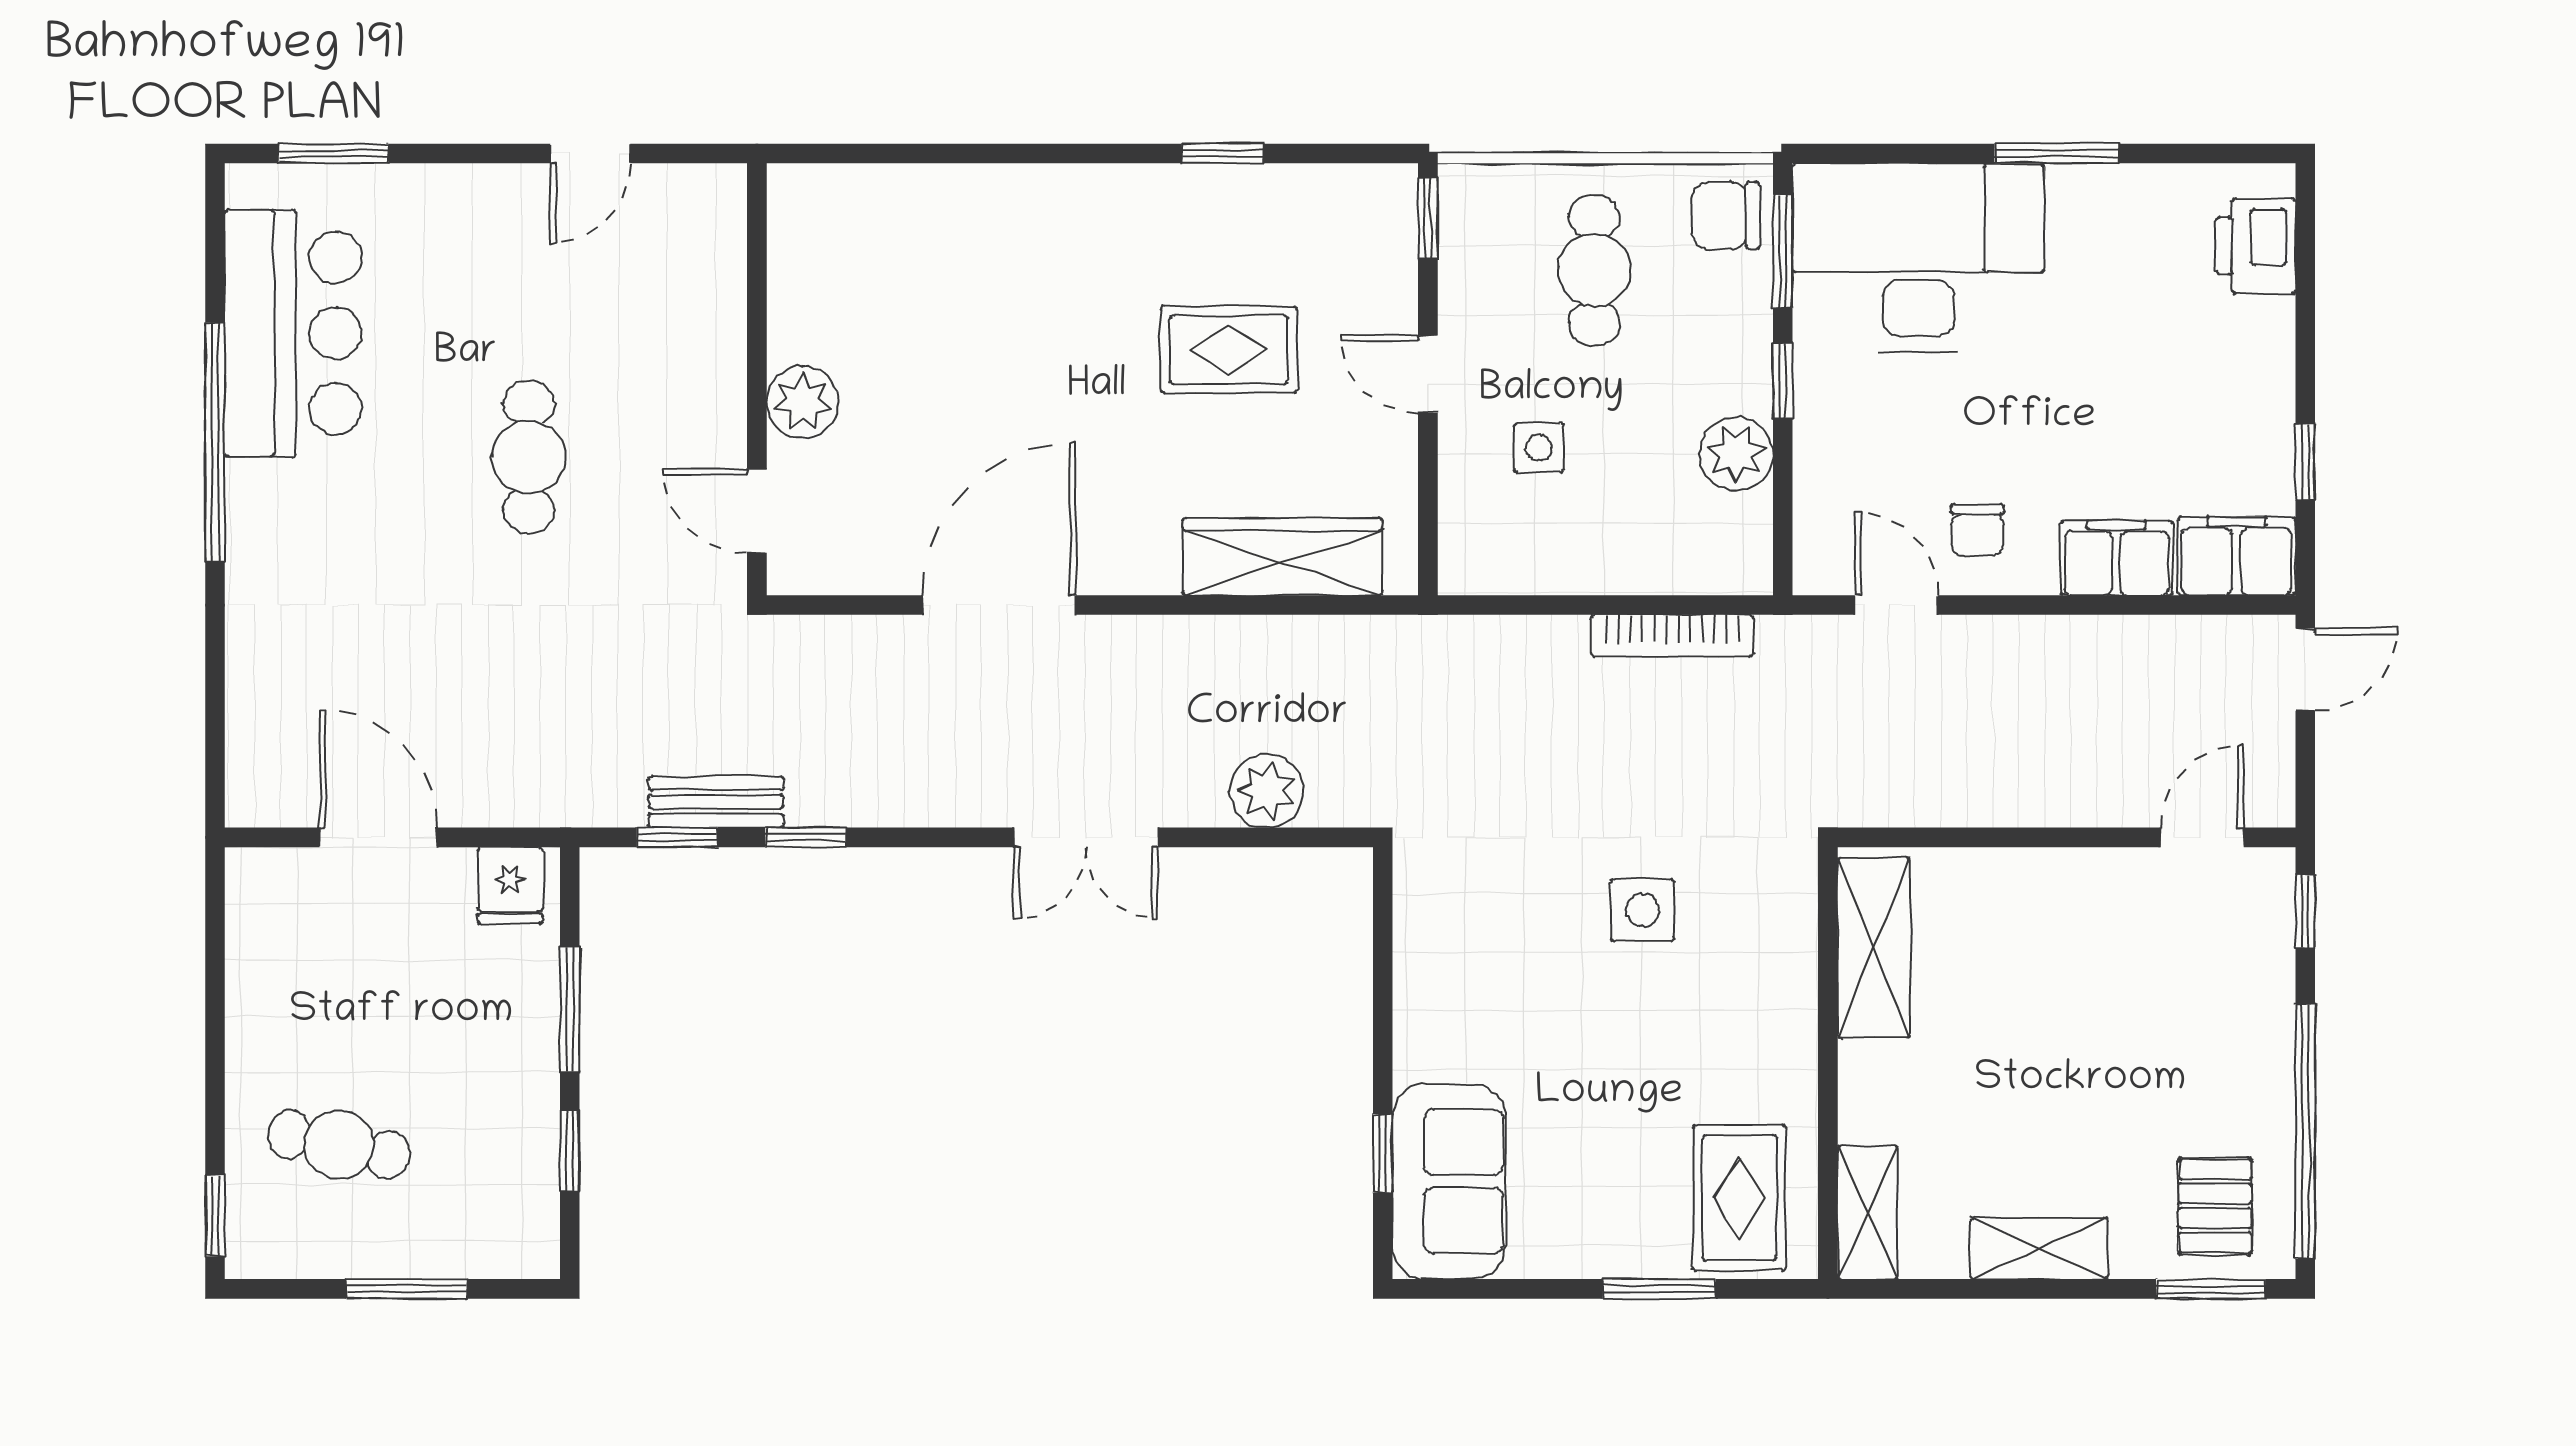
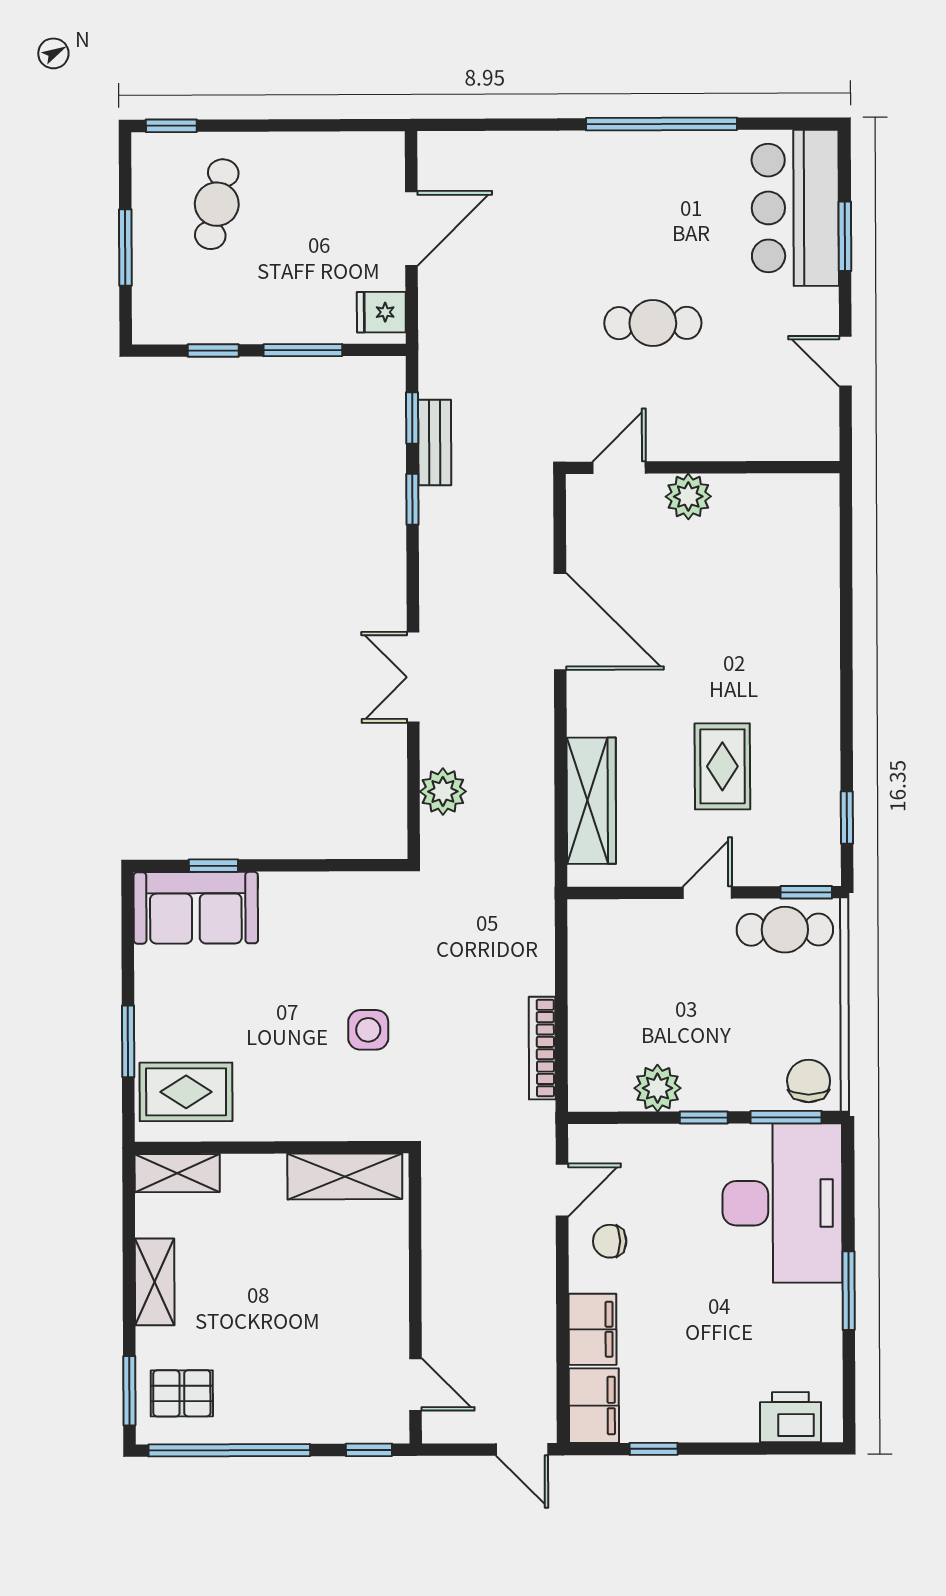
window: (333, 153) -> (845, 236), moved
window: (1223, 153) -> (847, 818), moved
cafe table: (1594, 270) -> (785, 930), moved
bar counter: (293, 333) -> (795, 208), moved, turned 90
side table: (1539, 448) -> (661, 963), removed

